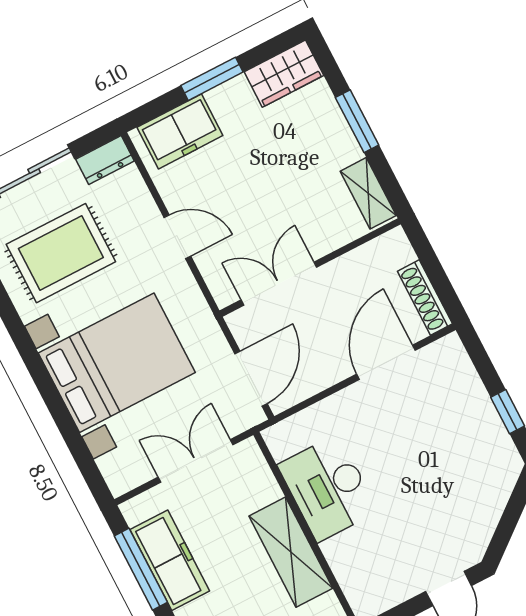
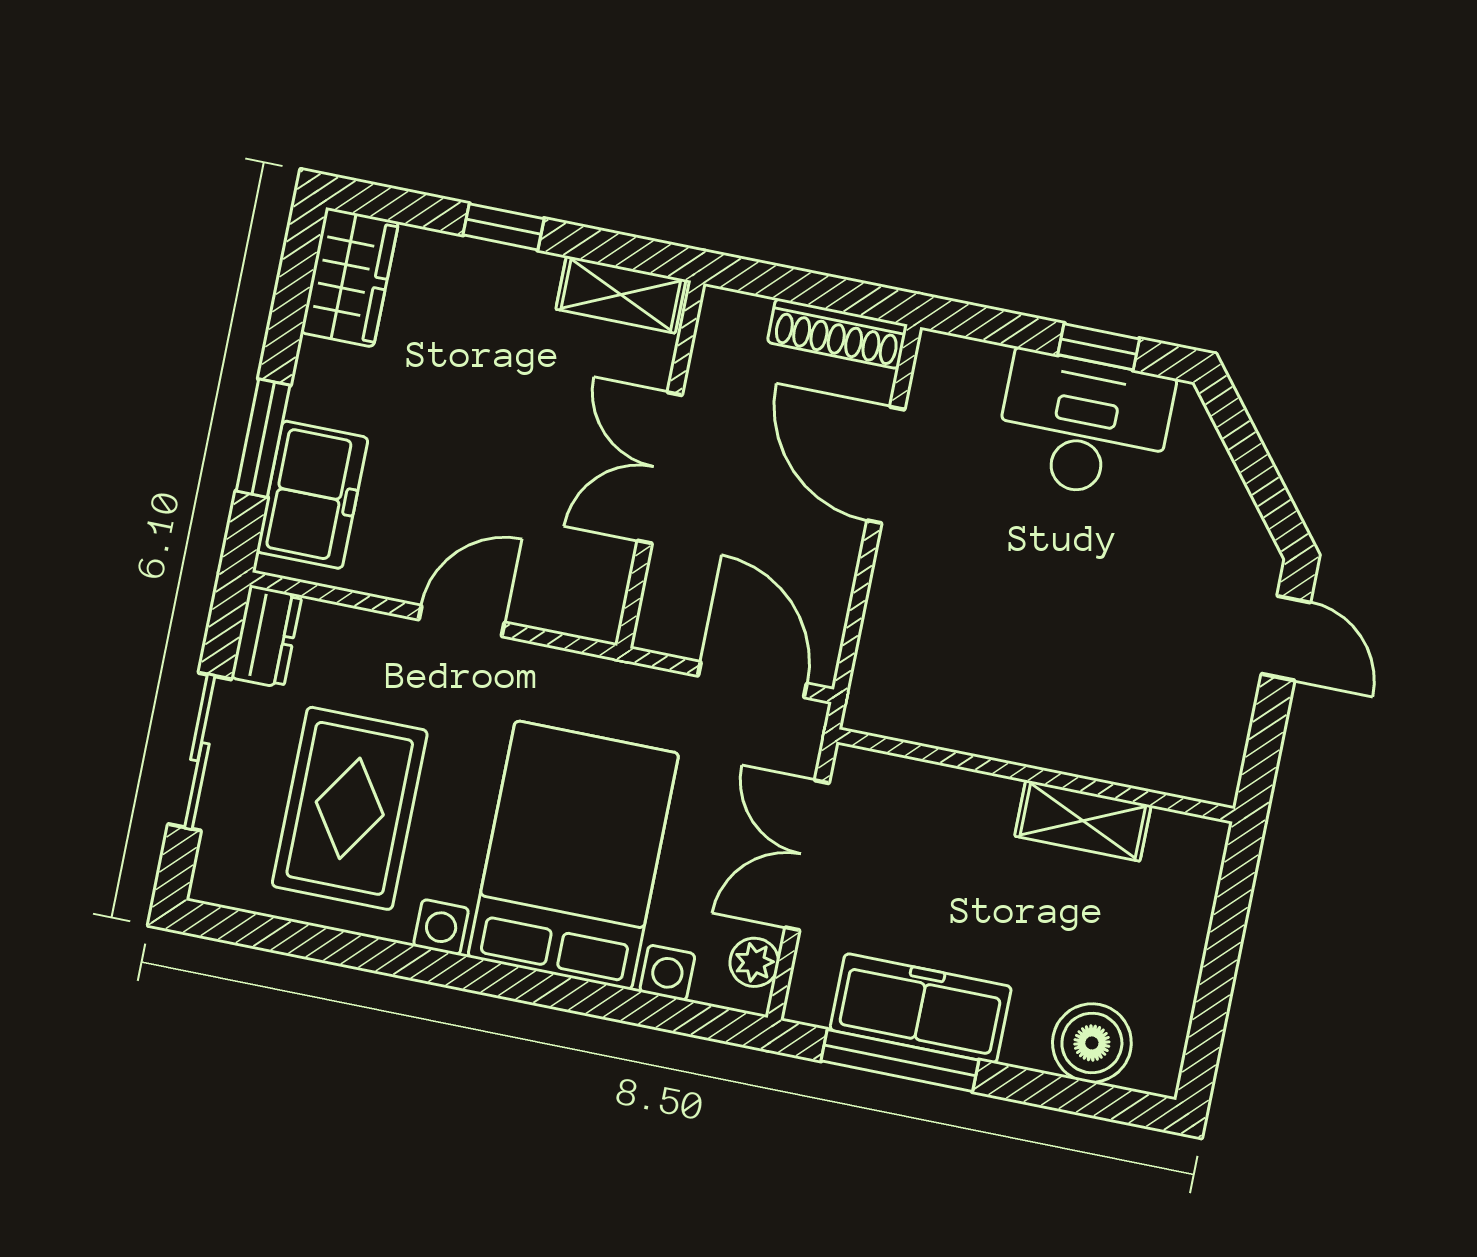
window: (212, 79) -> (263, 438), moved
window: (357, 121) -> (504, 227), width x0.67
double door: (279, 284) -> (660, 468), moved
plant: (133, 475) -> (754, 962), added
desk: (328, 488) -> (1084, 426), moved, turned 180
shelving: (291, 552) -> (1083, 821), width x0.67, depth x0.75

